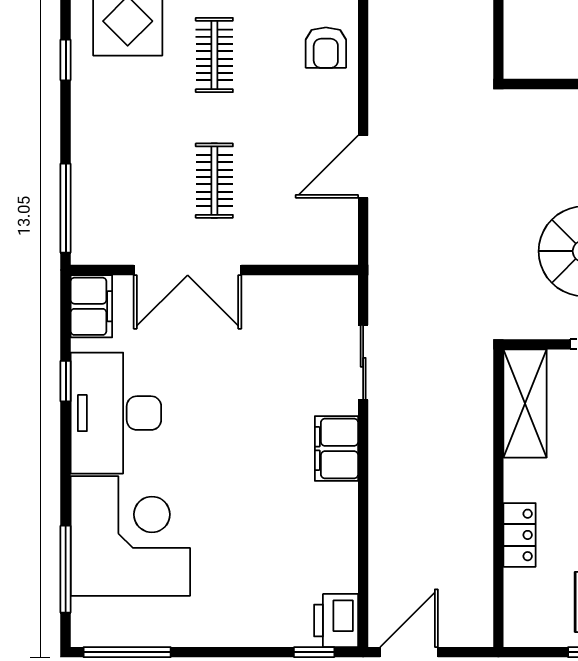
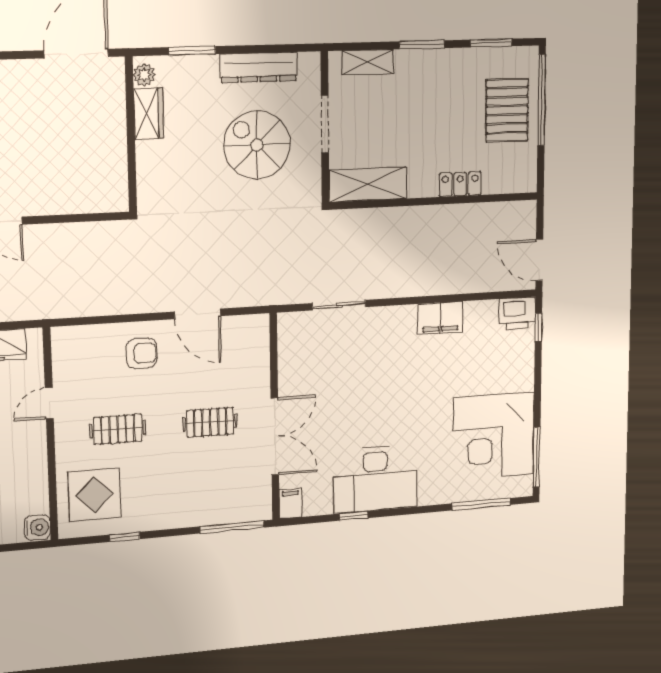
armchair: (326, 48) -> (141, 353), moved
filing cabinet: (91, 306) -> (290, 503), width x0.50
filing cabinet: (336, 449) -> (440, 318), moved
corner desk: (130, 536) -> (494, 436), moved, turned -90

